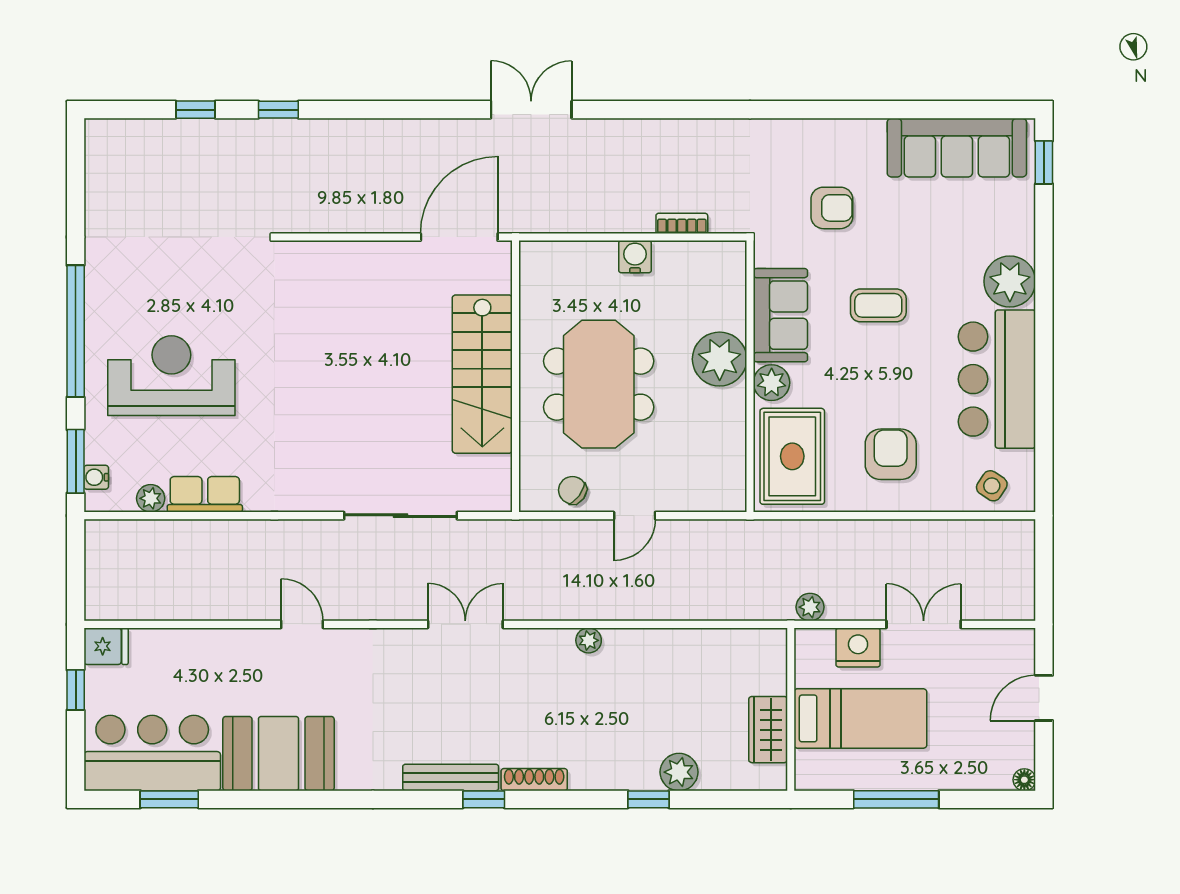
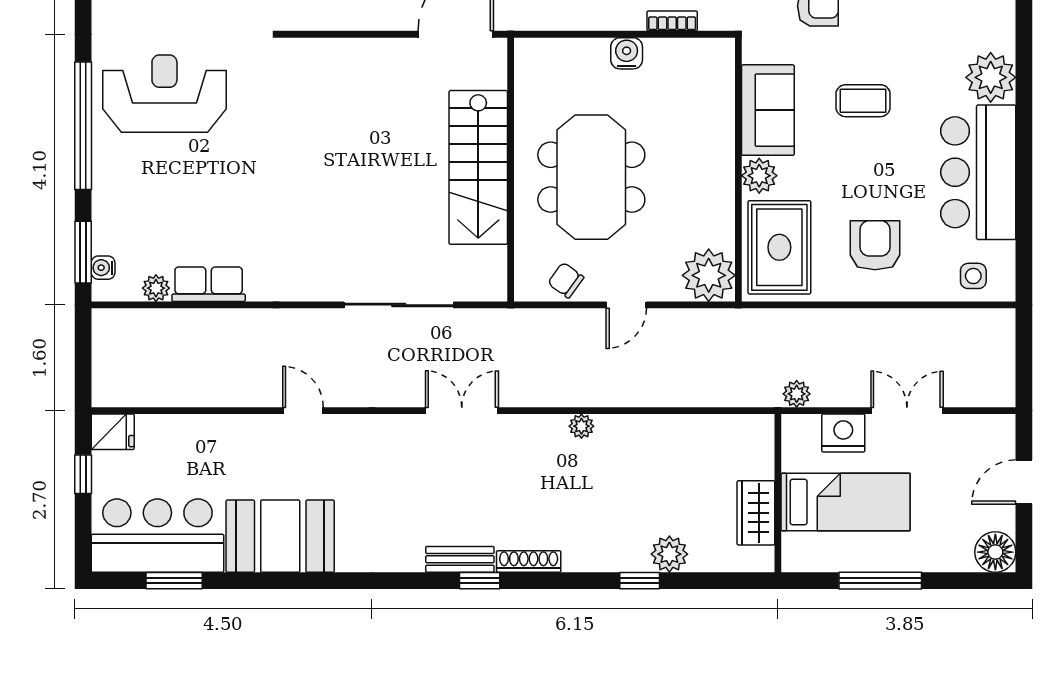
plant: (720, 359) -> (709, 275), moved
reception desk: (171, 376) -> (164, 94), moved
side table: (992, 486) -> (973, 276), turned -33
bench: (451, 777) -> (460, 559), width x0.73
floor lamp: (1024, 780) -> (995, 552), width x1.89, depth x1.89

